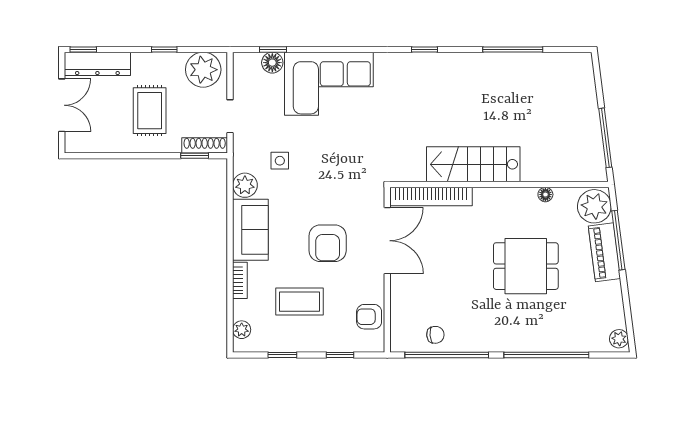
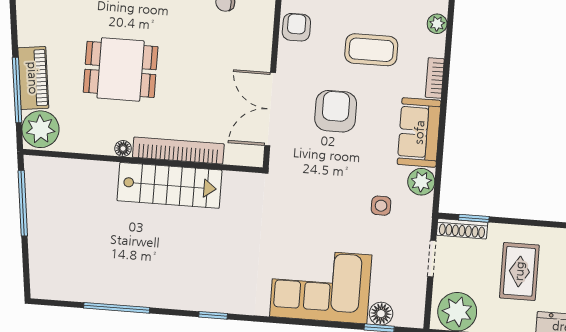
floor lamp: (545, 195) -> (123, 148), moved
bookcase: (431, 196) -> (178, 151), moved
armchair: (369, 317) -> (296, 27), turned -90

